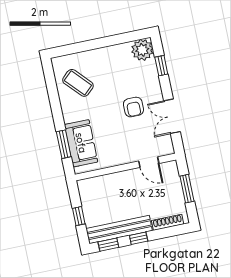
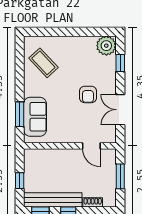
shoe rack: (168, 222) -> (93, 202), width x0.70

